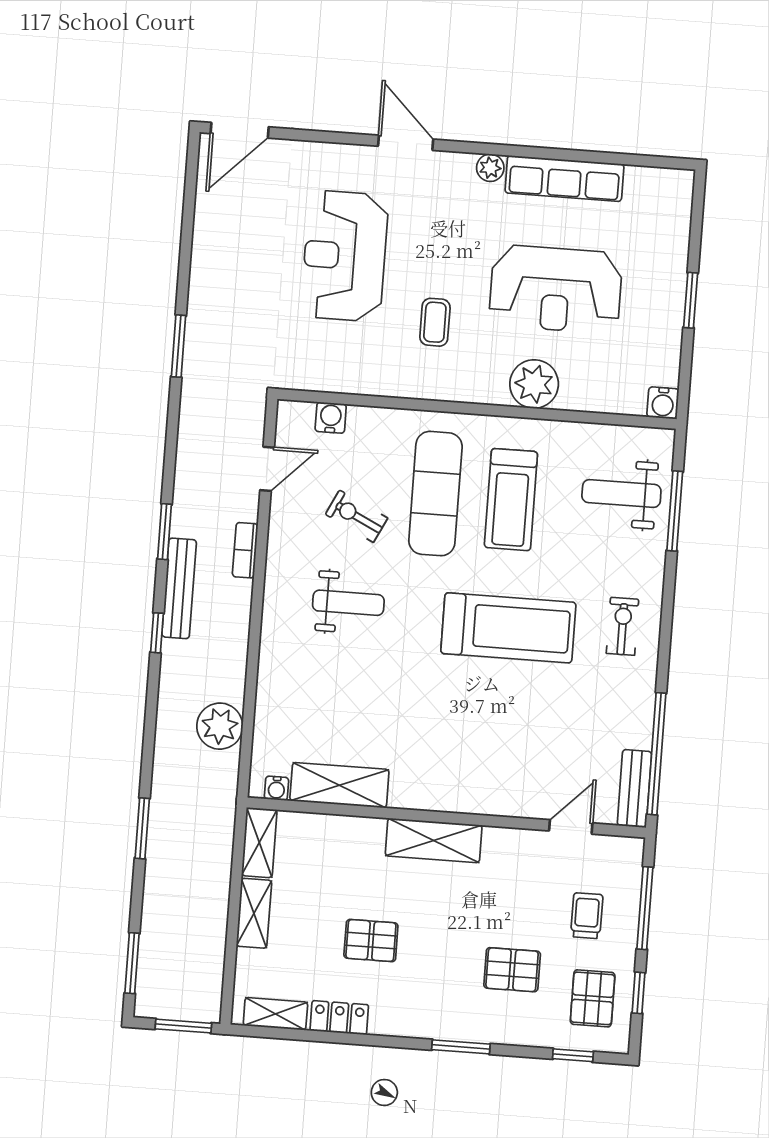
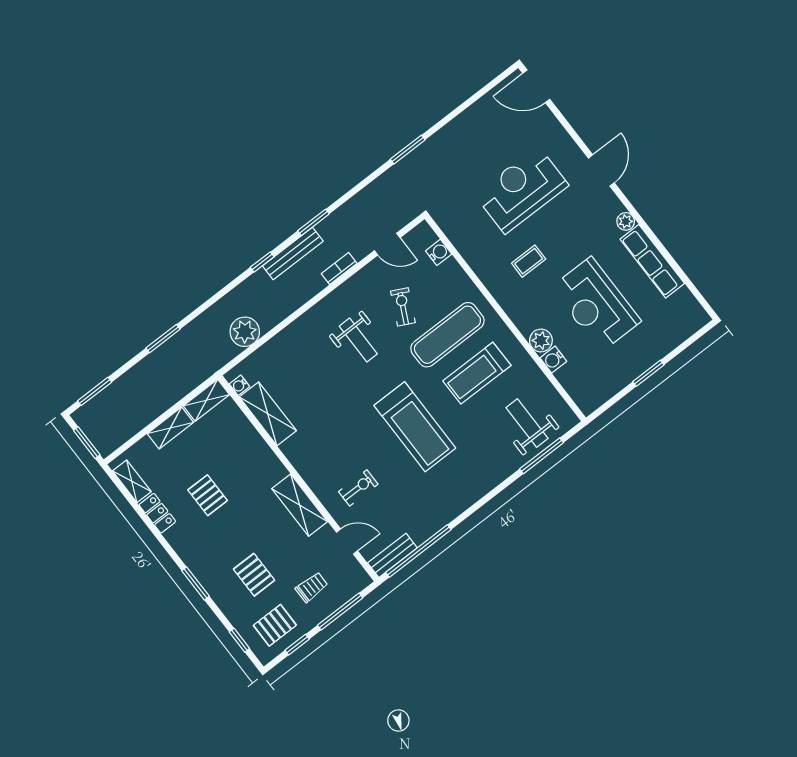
plant: (534, 384) -> (541, 340), width x0.73, depth x0.73
water cooler: (663, 403) -> (553, 360), moved
exercise bike: (622, 626) -> (358, 488), moved
shelving: (434, 840) -> (300, 505), moved

